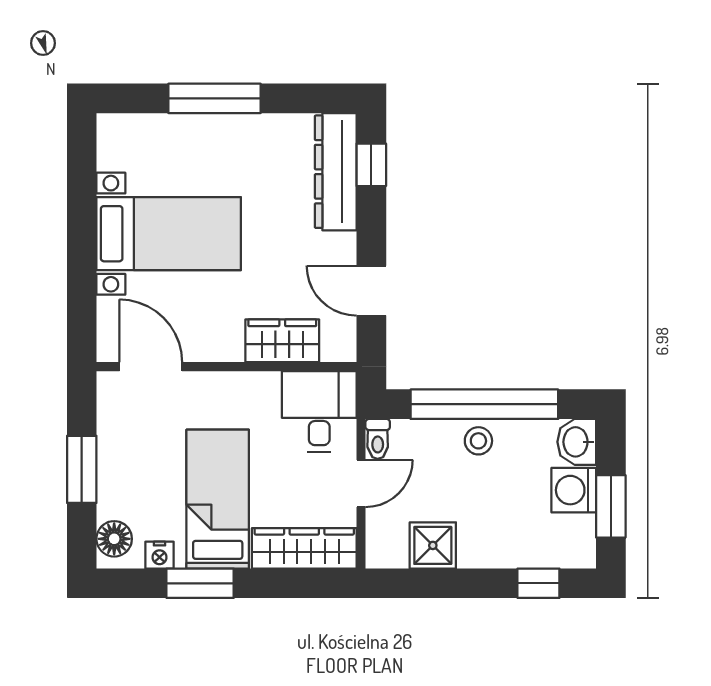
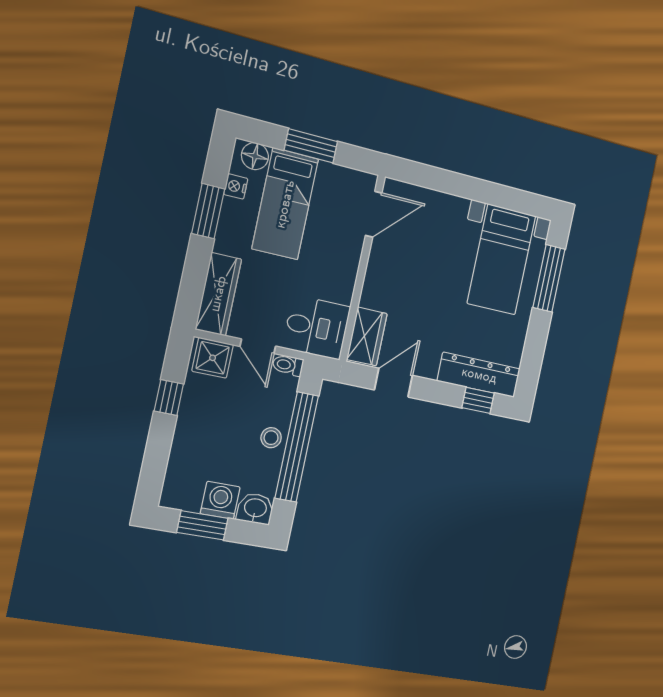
window: (215, 98) -> (549, 278), moved
bed with nightstands: (169, 234) -> (501, 259), moved
wardrobe: (282, 341) -> (367, 336), moved
bed: (218, 499) -> (285, 204), moved, turned 90
shower: (433, 545) -> (213, 358), moved
window: (538, 583) -> (169, 398), moved

